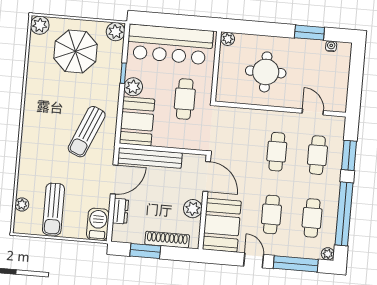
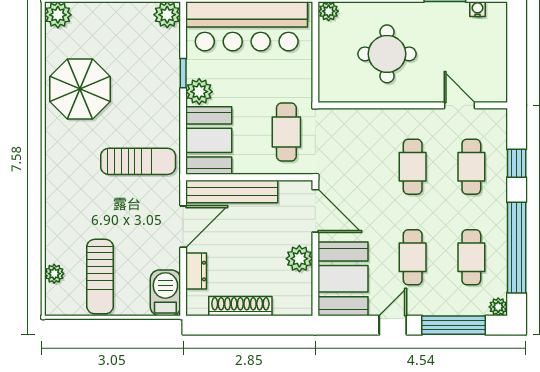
parasol: (76, 51) -> (80, 89), moved
cafe table: (185, 99) -> (286, 132), moved
sun lounger: (87, 132) -> (138, 161), turned -113
window: (349, 155) -> (517, 163), width x0.67
shoe rack: (167, 240) -> (240, 306), moved
window: (145, 251) -> (237, 325), removed
door: (254, 260) -> (393, 325), hinge flipped

